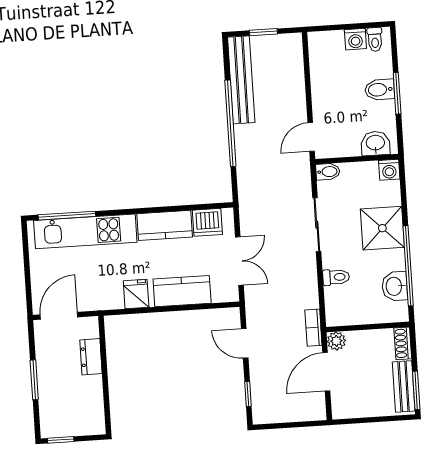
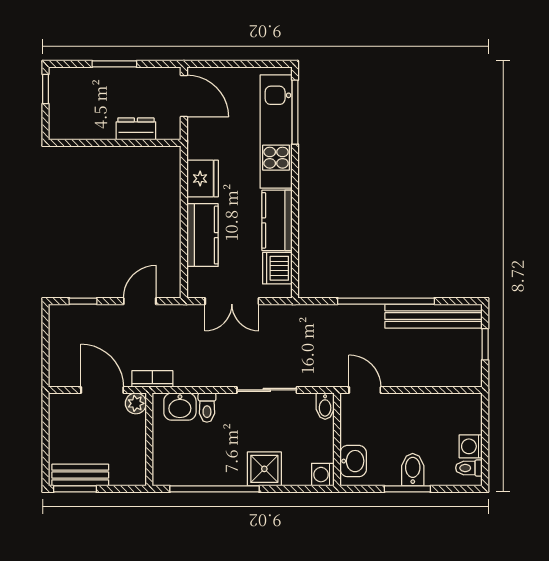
shower: (382, 228) -> (264, 469), width x0.73, depth x0.73
washbasin: (395, 286) -> (180, 407), moved, turned 180
fridge: (136, 294) -> (203, 179), width x1.38
shoe rack: (403, 343) -> (128, 477), removed

